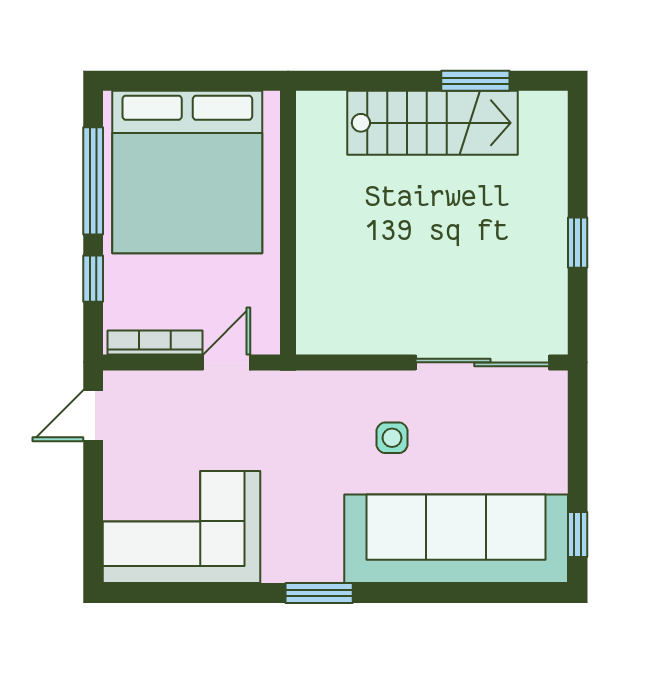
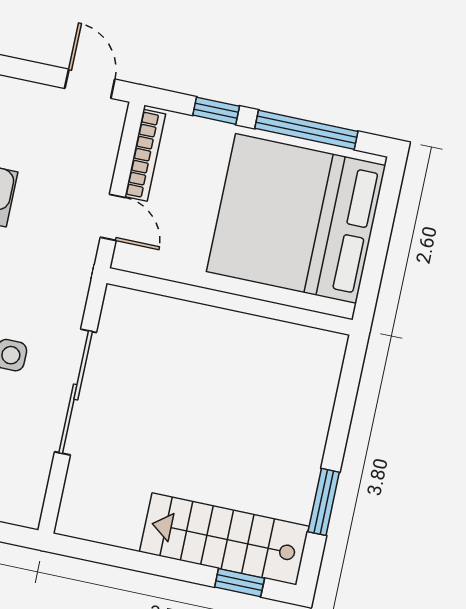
stairs: (432, 123) -> (224, 539), moved, turned 90
window: (578, 243) -> (240, 583), moved
sliding door: (482, 362) -> (76, 392), moved

